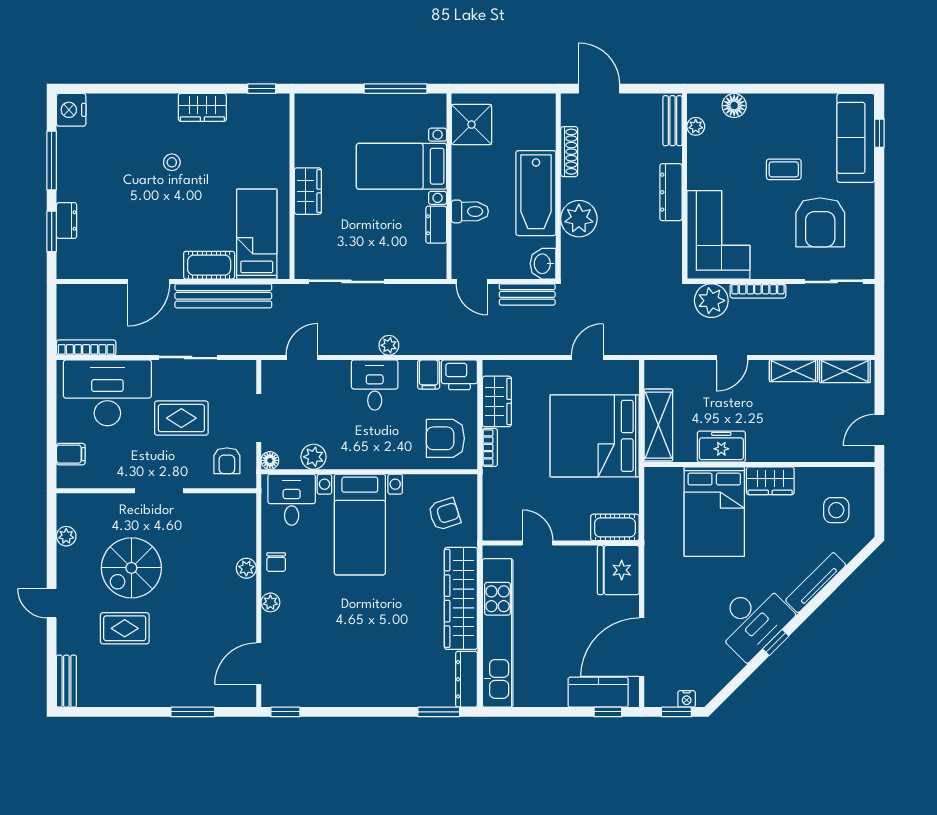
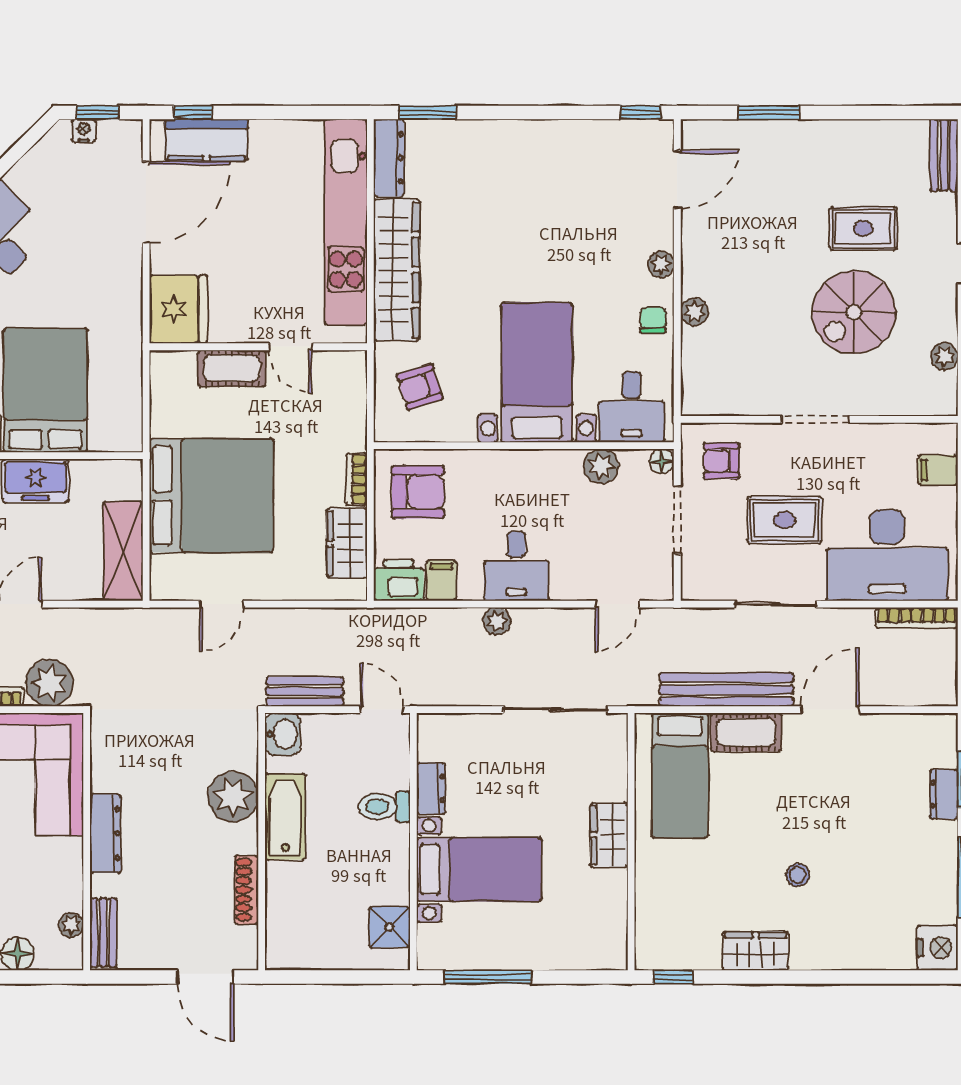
shower: (472, 125) -> (390, 927), width x0.73, depth x0.73
bathtub: (536, 193) -> (285, 816), width x0.73, depth x0.73
shelving: (658, 425) -> (123, 551), moved
armchair: (227, 461) -> (721, 461), turned -90
cot: (615, 527) -> (232, 368), moved
spiral stairs: (131, 568) -> (854, 312), turned 180

